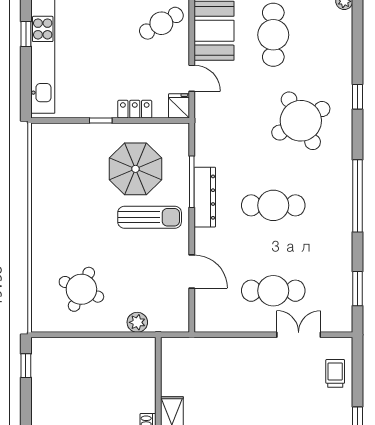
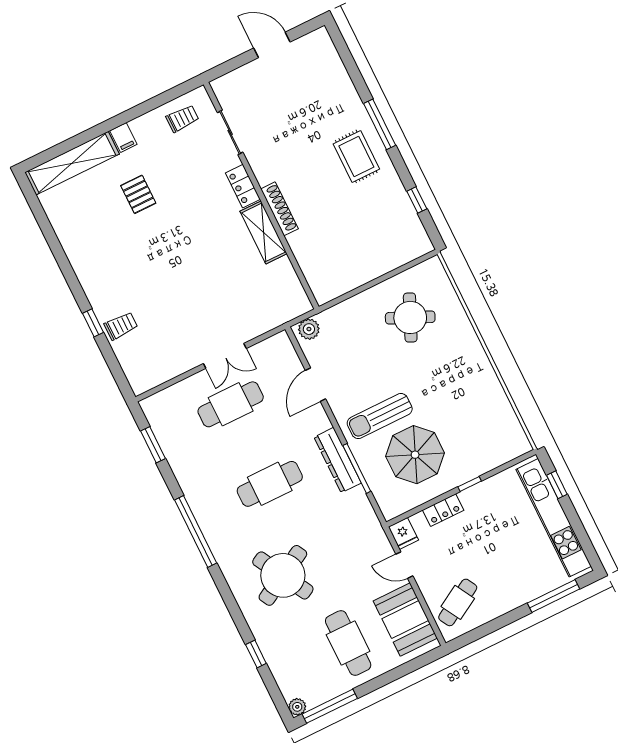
window: (26, 34) -> (557, 485), moved
window: (357, 97) -> (256, 654), moved
door: (192, 272) -> (316, 385), hinge flipped
plant: (137, 322) -> (309, 329), moved
double door: (299, 335) -> (225, 356), moved
window: (26, 366) -> (417, 200), moved
trolley: (335, 373) -> (121, 326), moved, turned -90

